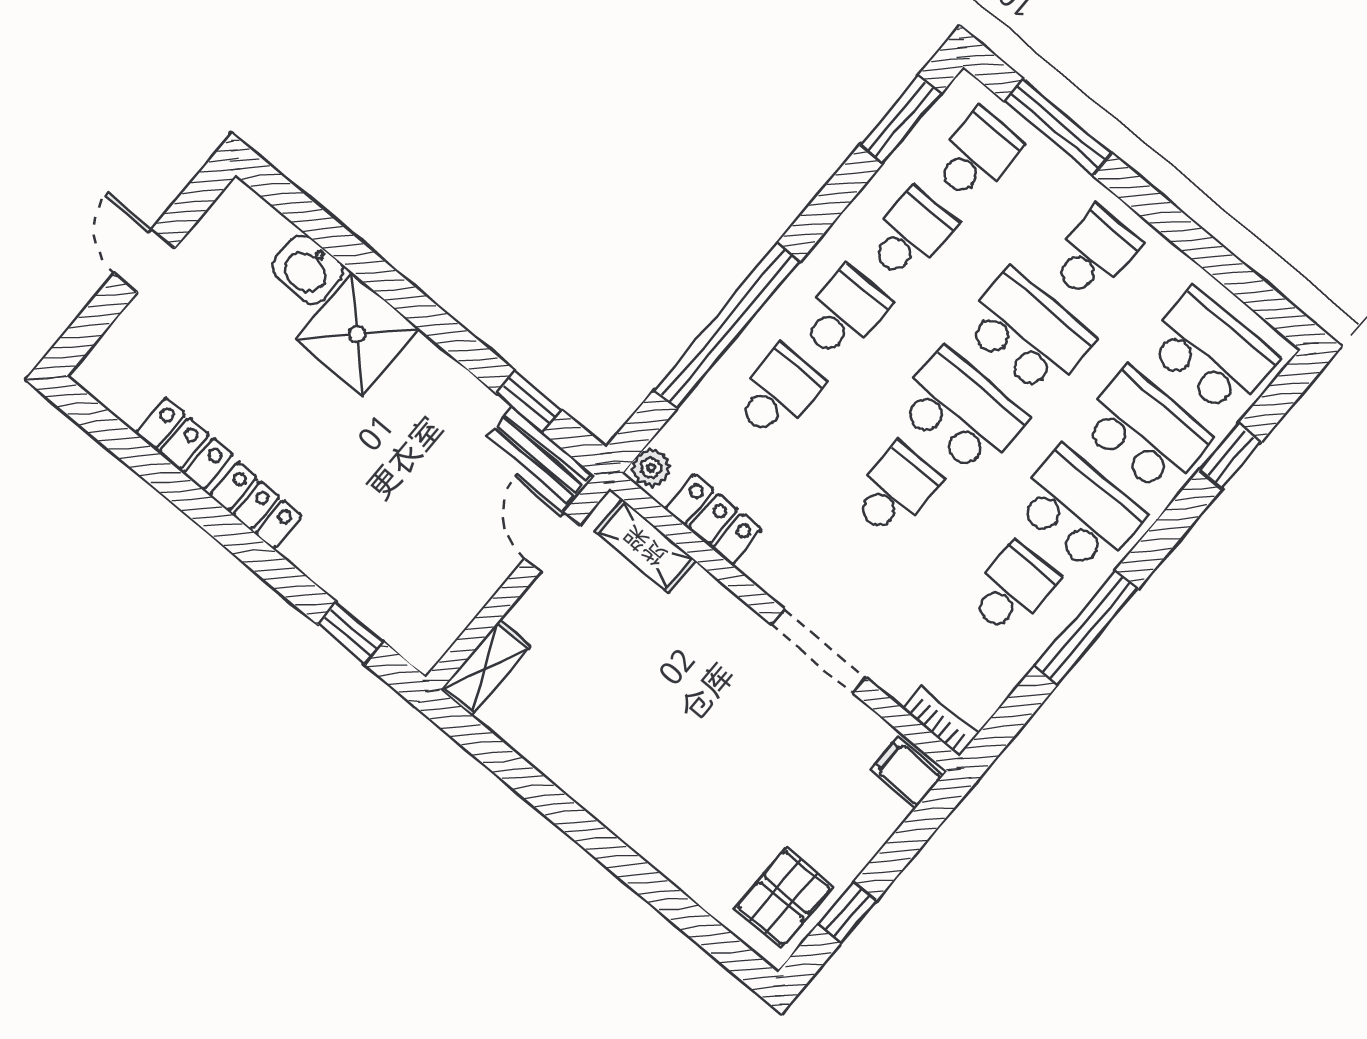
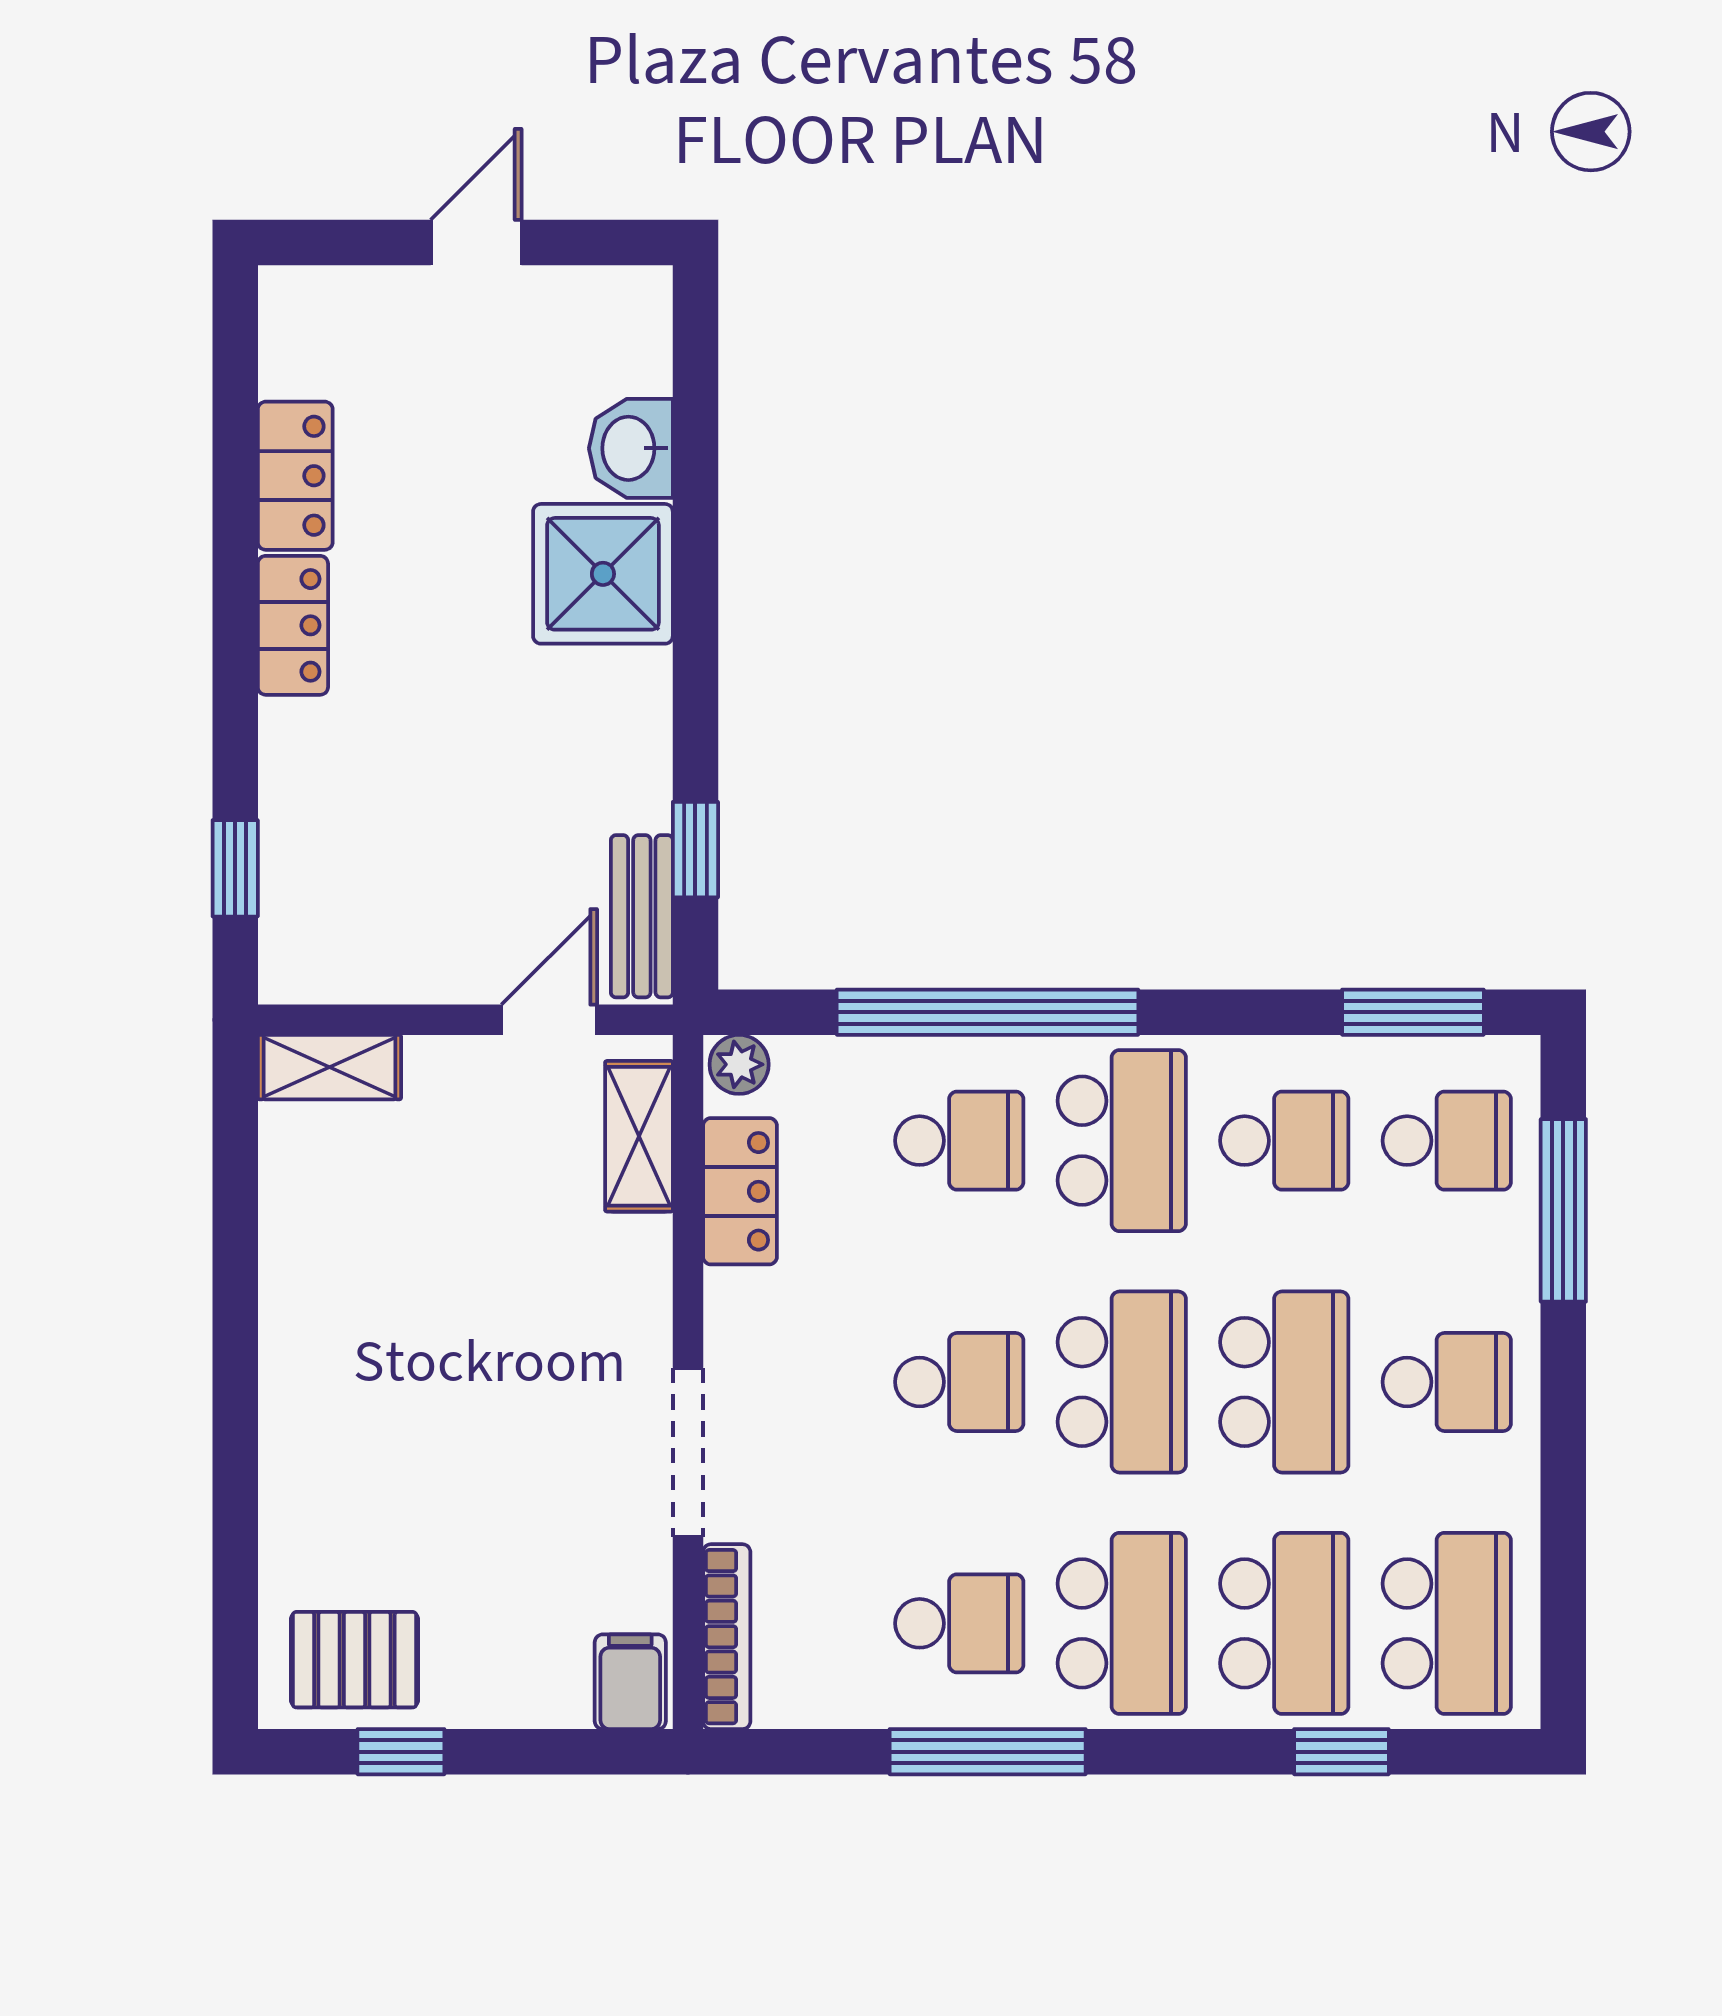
school desk: (844, 313) -> (1122, 1141), width x1.85
bookcase: (940, 721) -> (727, 1637), width x1.56

